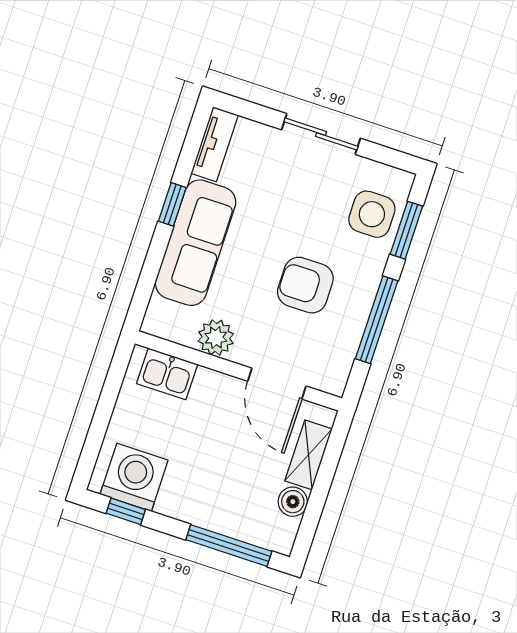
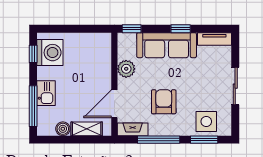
window: (140, 301) -> (132, 29), added
fireplace: (339, 364) -> (133, 129), added
kitchen sink: (167, 374) -> (46, 93), moved, turned 180

